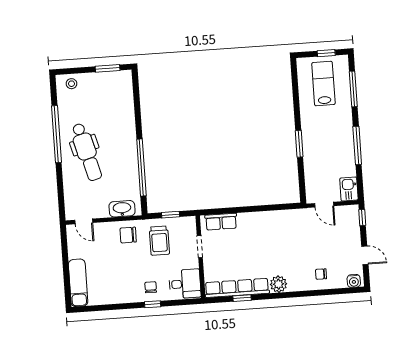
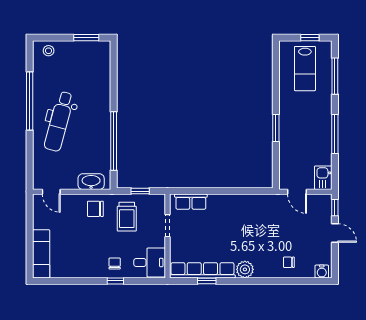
lab bench: (323, 84) -> (305, 69), turned 180
dental chair: (87, 152) -> (59, 121), turned 30
door: (365, 255) -> (335, 233), moved

